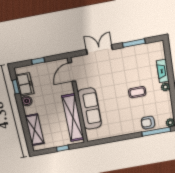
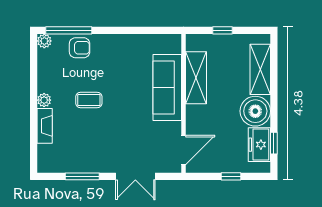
boiler: (27, 101) -> (255, 111), width x1.86, depth x1.86
shelving: (73, 118) -> (196, 78), width x0.68

